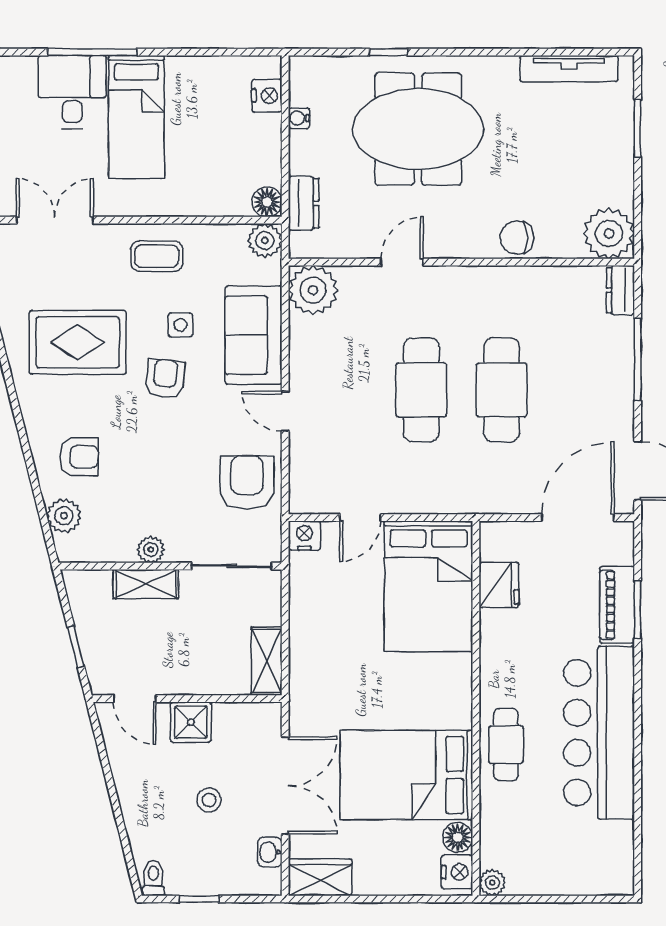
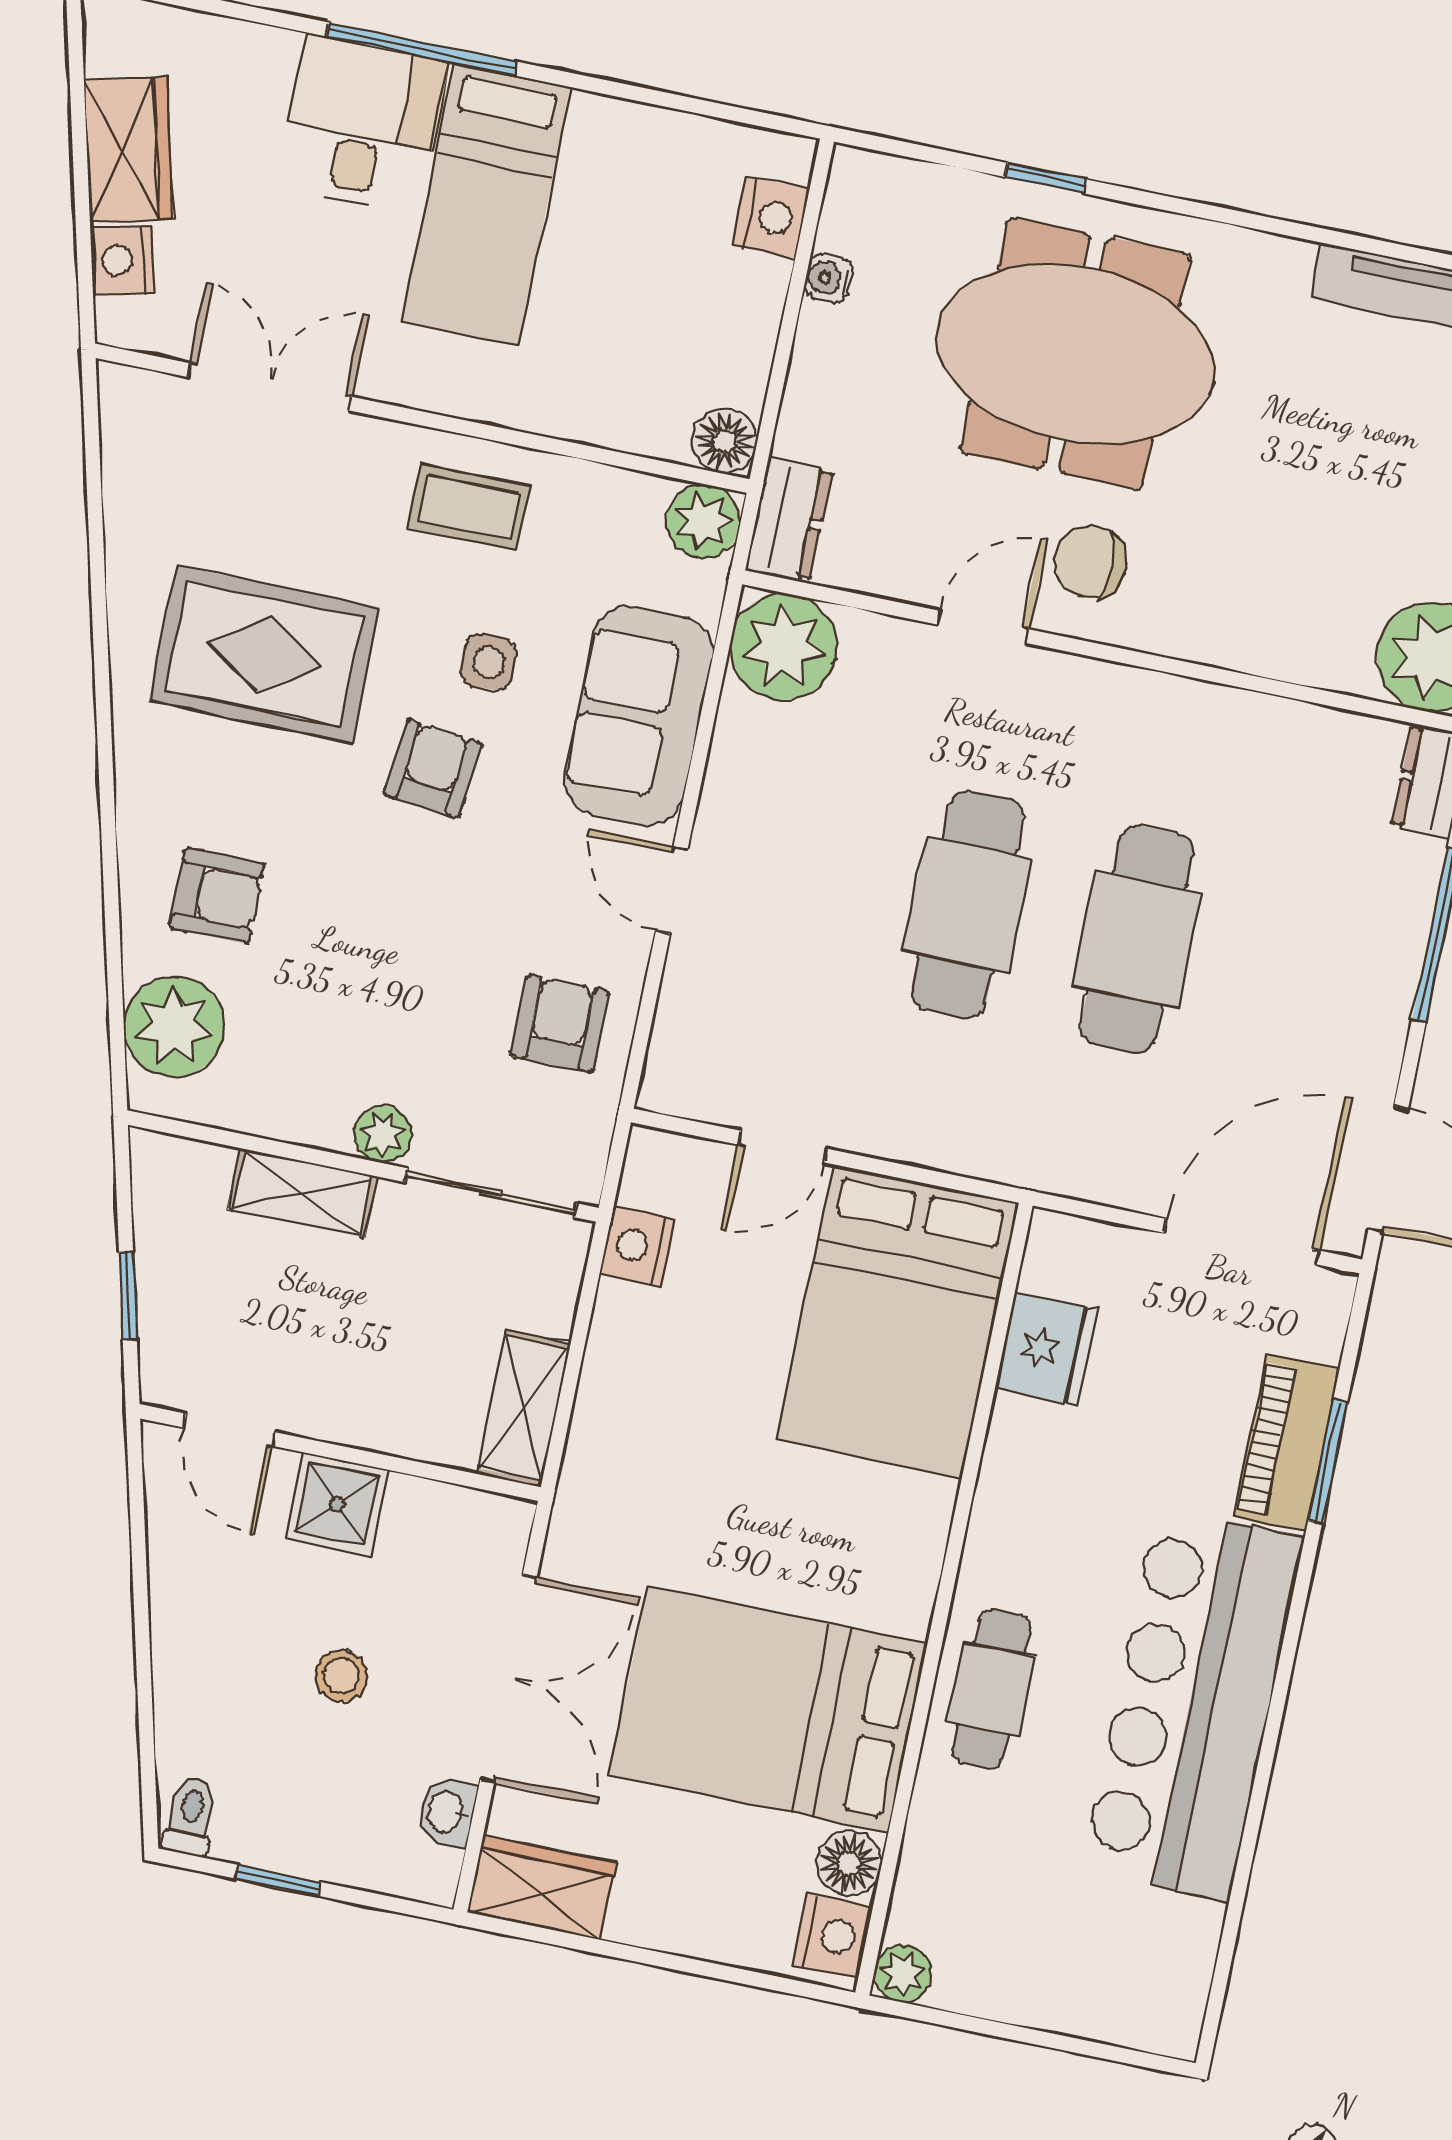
dresser: (304, 203) -> (789, 519), moved
chair: (517, 238) -> (1090, 562), moved
armchair: (247, 483) -> (560, 1024), width x0.72, depth x0.72
plant: (64, 516) -> (174, 1027), width x1.36, depth x1.36
nightstand: (304, 536) -> (637, 1246), moved, turned -90
plant: (151, 550) -> (382, 1134), moved

